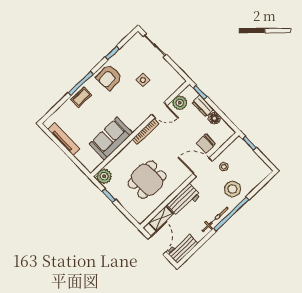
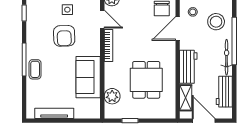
armchair: (109, 77) -> (64, 36), moved
door: (159, 110) -> (102, 19), hinge flipped
plant: (104, 176) -> (112, 96), moved
workbench: (182, 248) -> (224, 92), moved

